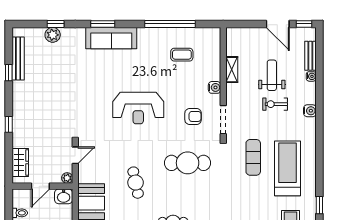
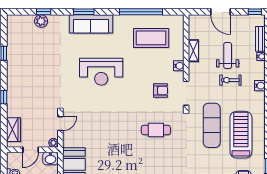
door: (278, 24) -> (220, 12), moved
coffee table: (182, 55) -> (151, 38), width x1.86, depth x1.72
bench: (18, 58) -> (12, 41), removed
reception desk: (138, 108) -> (101, 72), moved
exercise mat: (253, 157) -> (212, 125), width x1.36, depth x1.45
cafe table: (188, 163) -> (156, 130), width x0.73, depth x0.74
cafe table: (136, 183) -> (112, 147), removed

